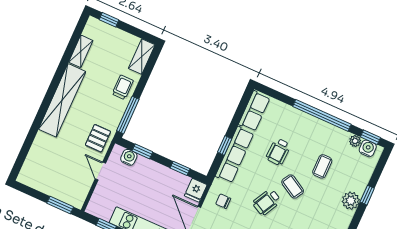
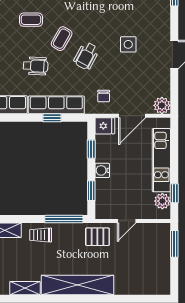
water cooler: (129, 157) -> (102, 170), moved
wheelchair: (267, 202) -> (86, 56), turned 90
plant: (104, 212) -> (162, 201), added

